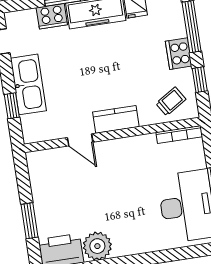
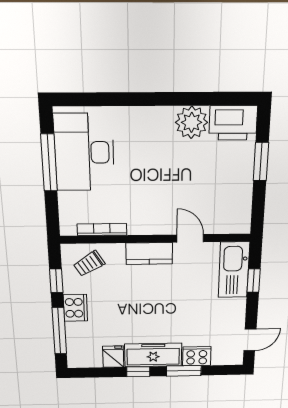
kitchen sink: (28, 84) -> (234, 270), moved
bookcase: (179, 134) -> (102, 229), moved

